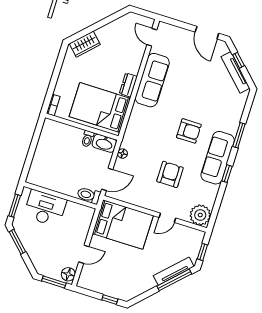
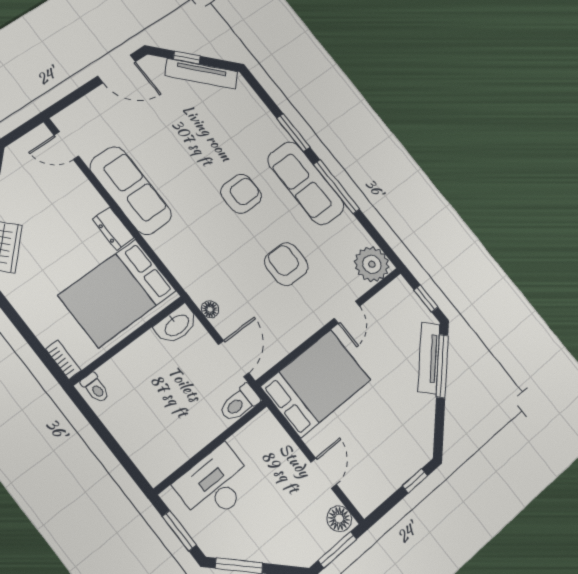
toilet: (87, 139) -> (95, 388), moved
window: (227, 174) -> (337, 187), width x2.17

